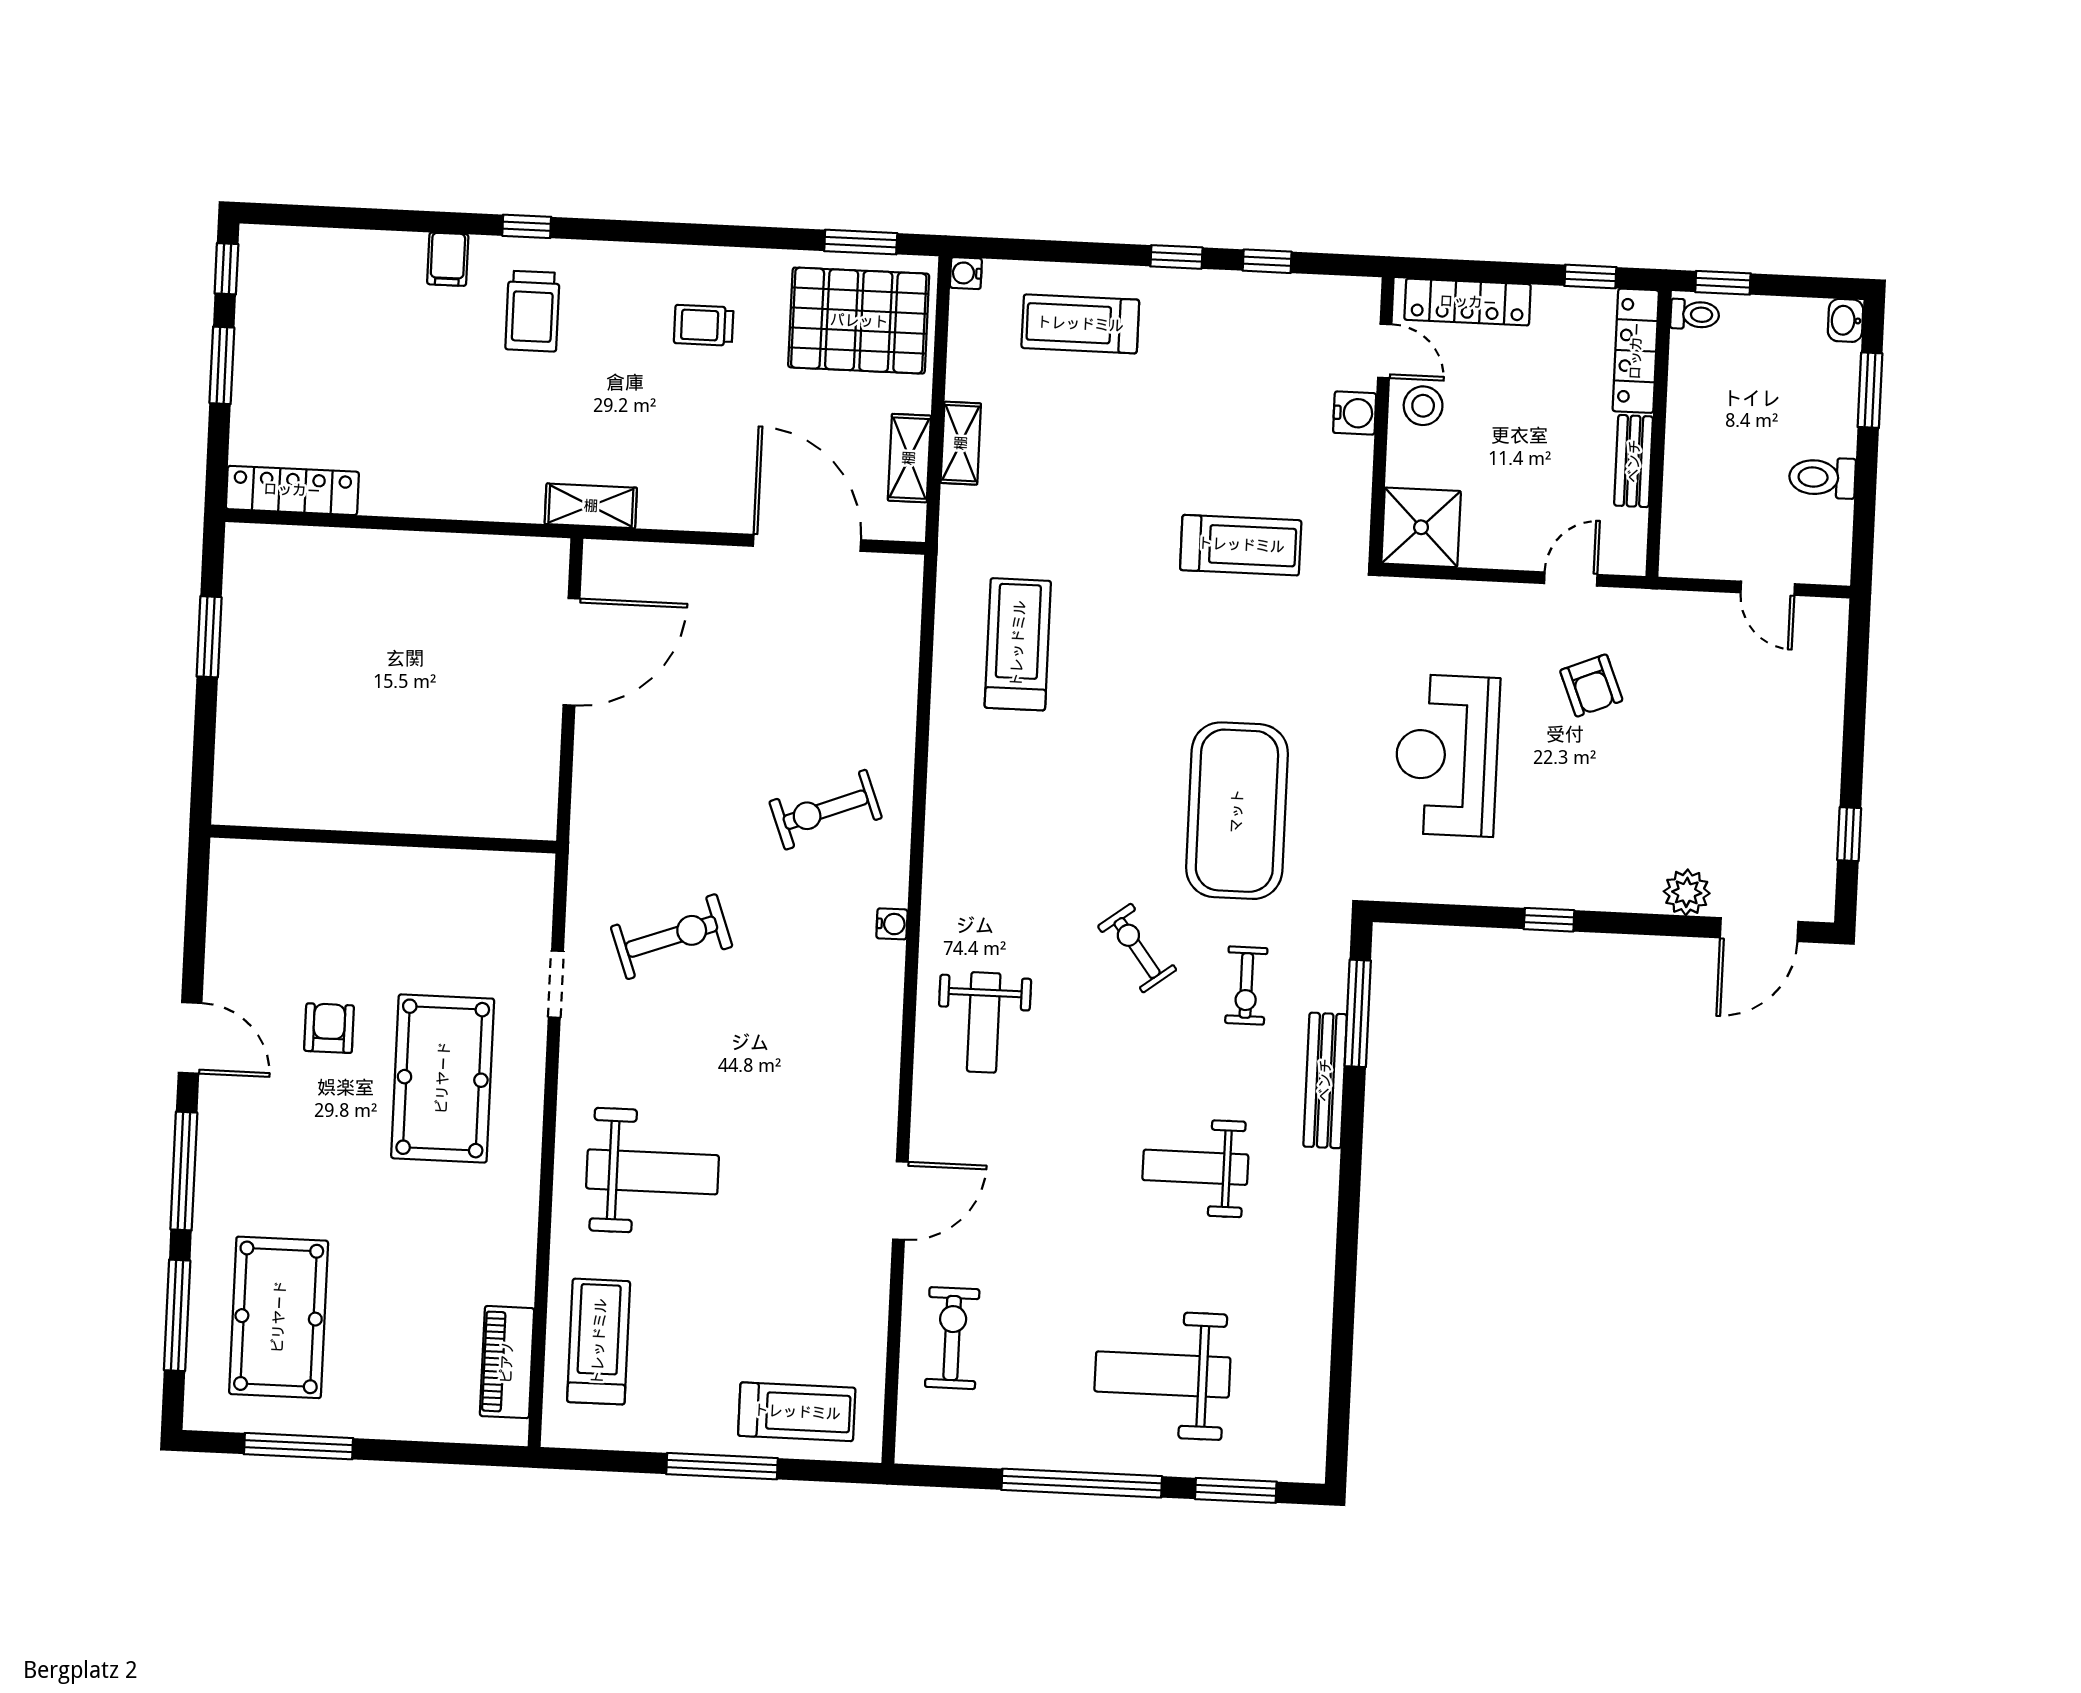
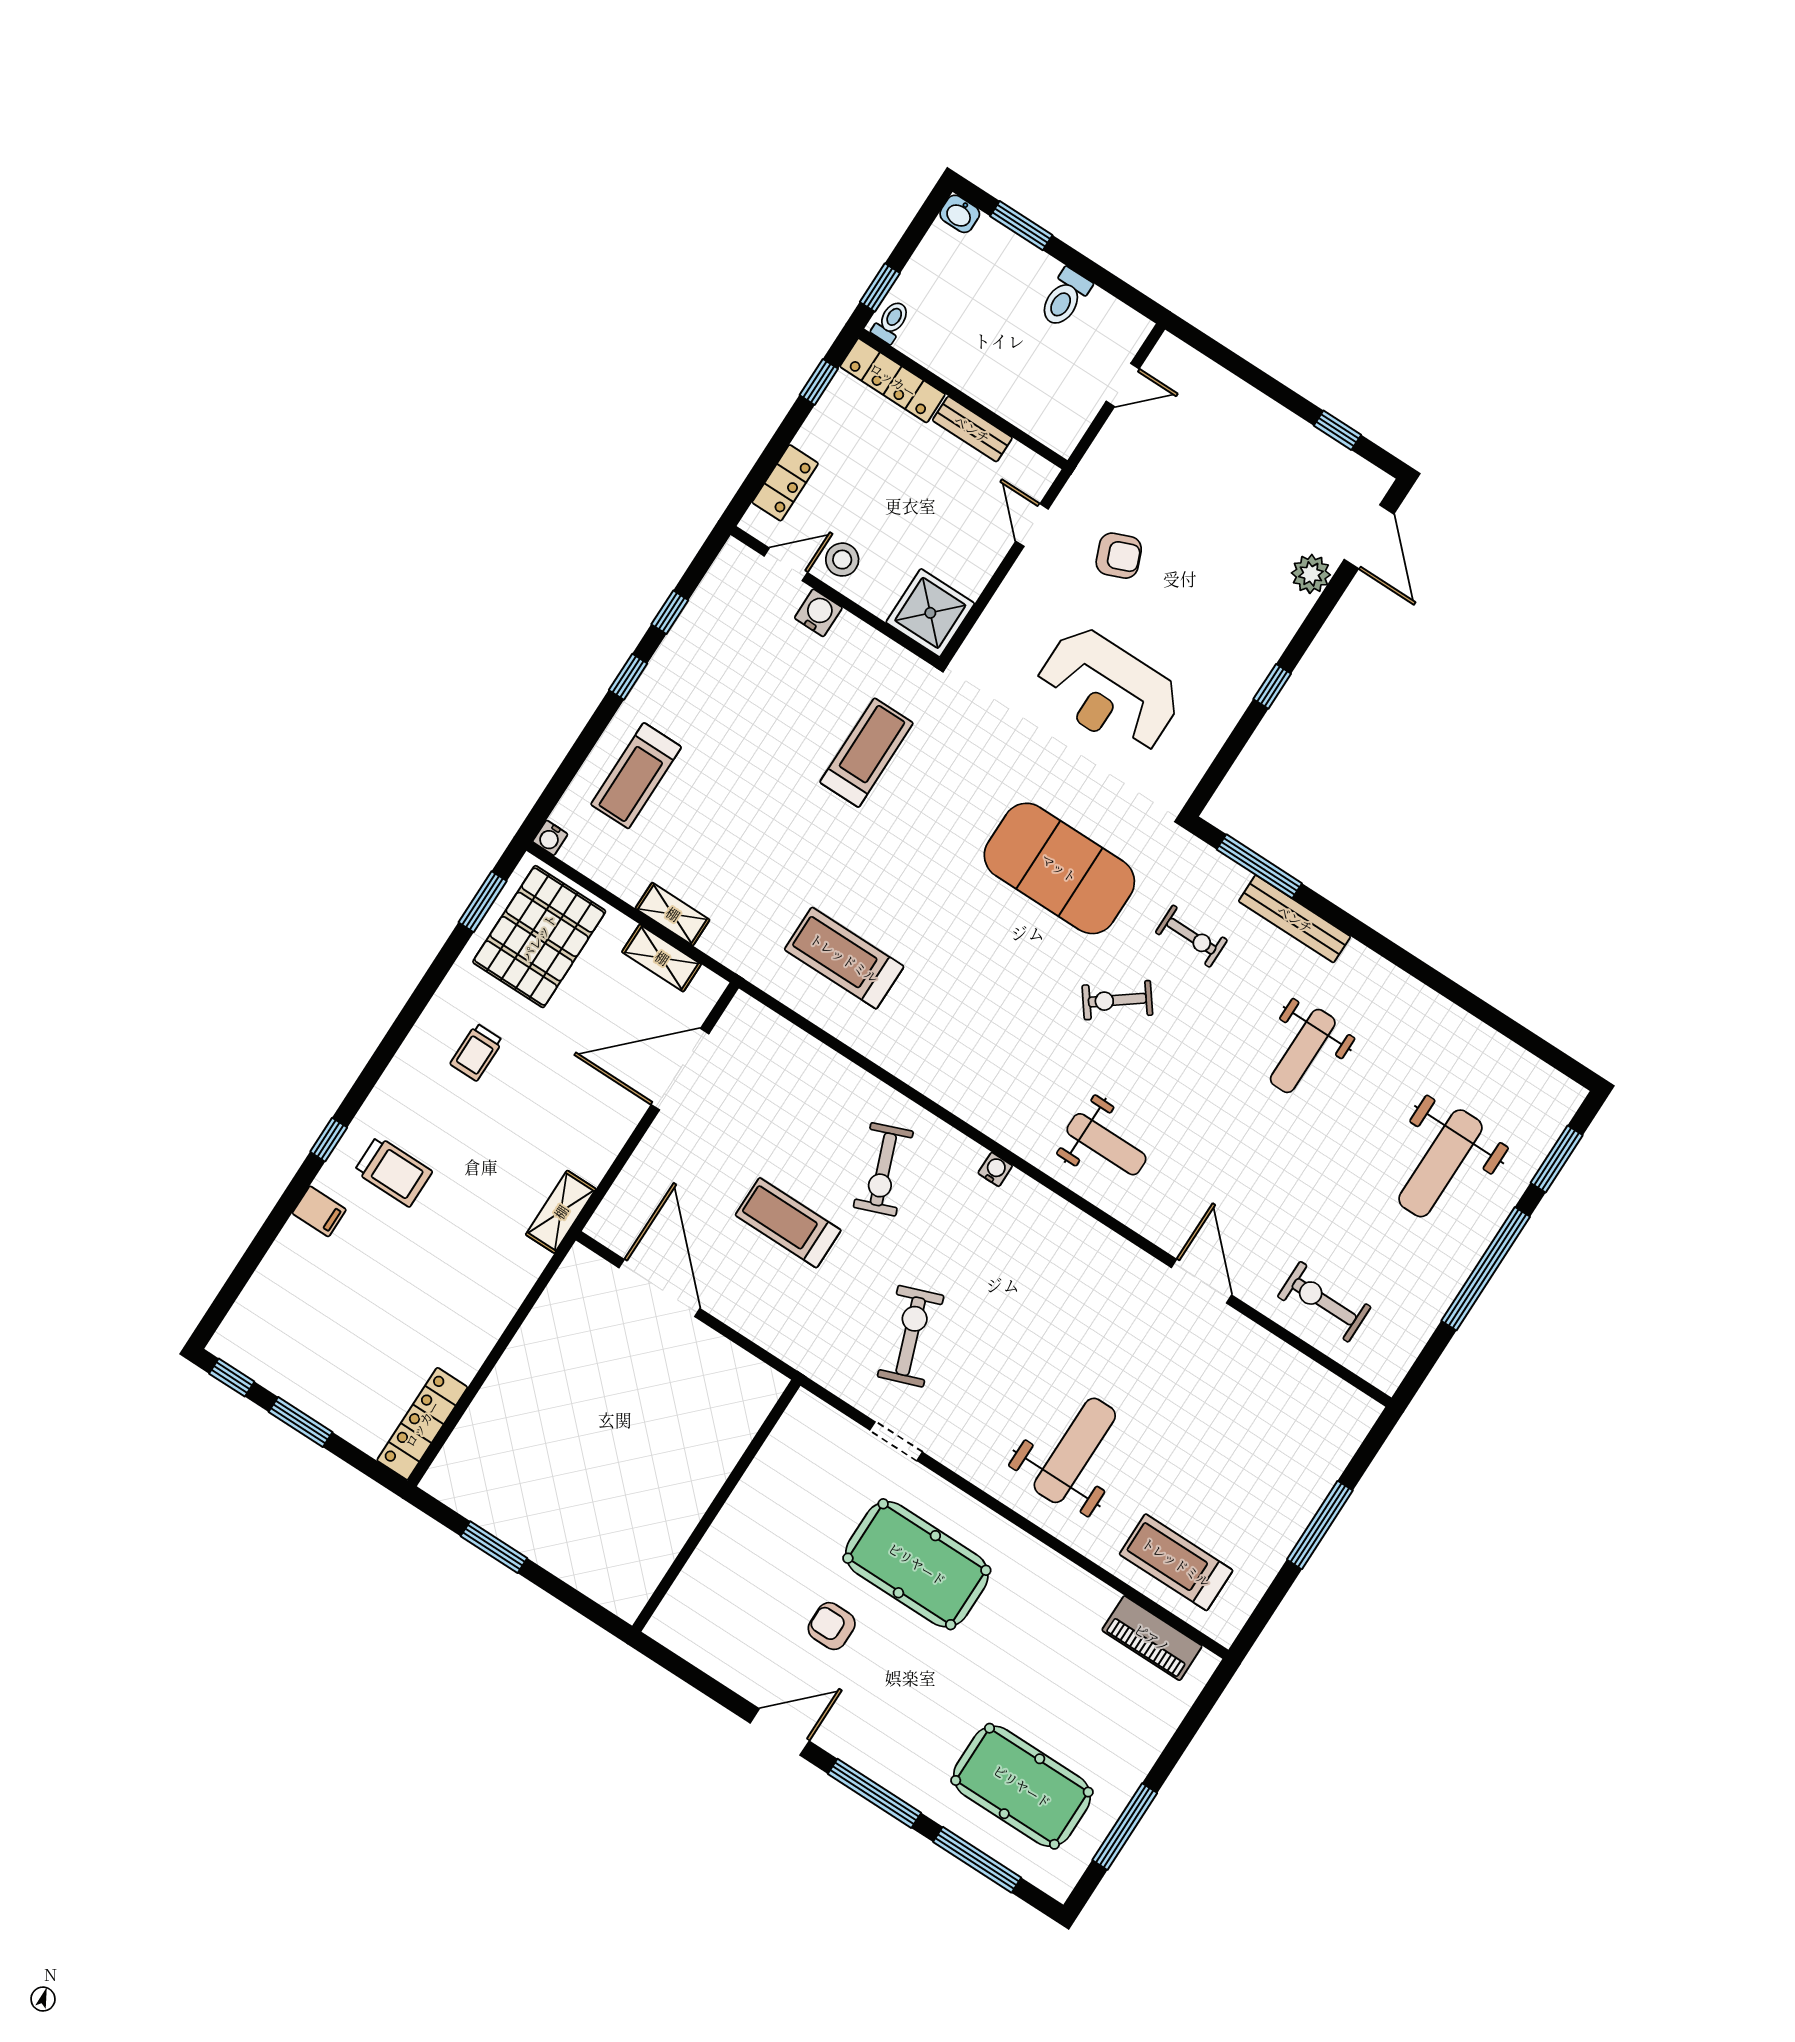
locker: (1468, 302) -> (785, 483), width x0.66
treadmill: (797, 1412) -> (788, 1223), moved, turned -90

